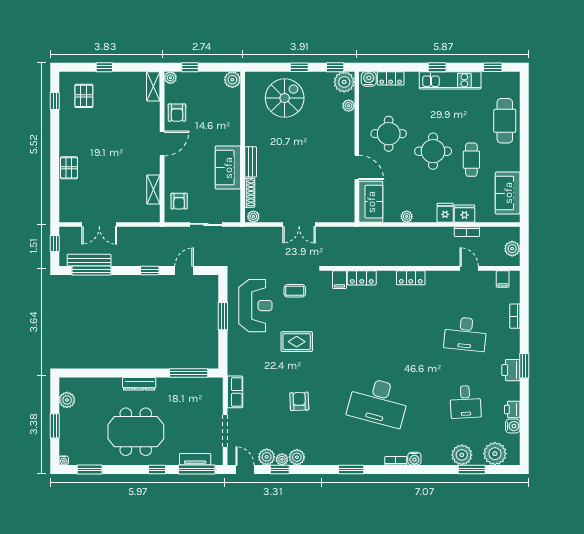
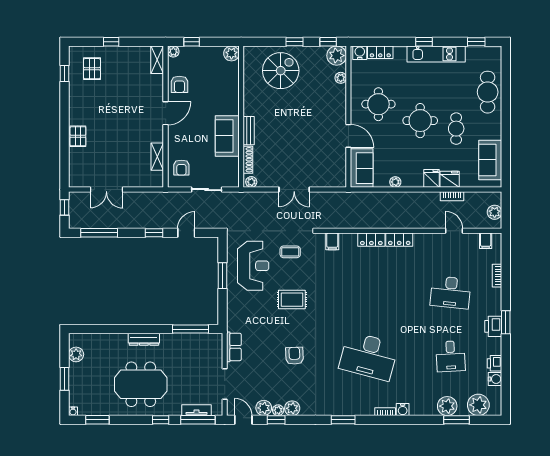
bench: (89, 260) -> (97, 223), removed
locker: (362, 278) -> (371, 240), moved

